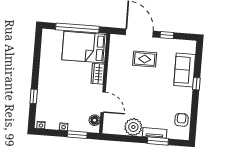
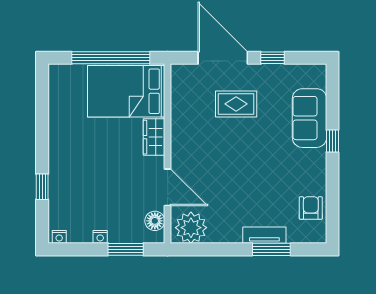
plant: (133, 127) -> (191, 228), moved

